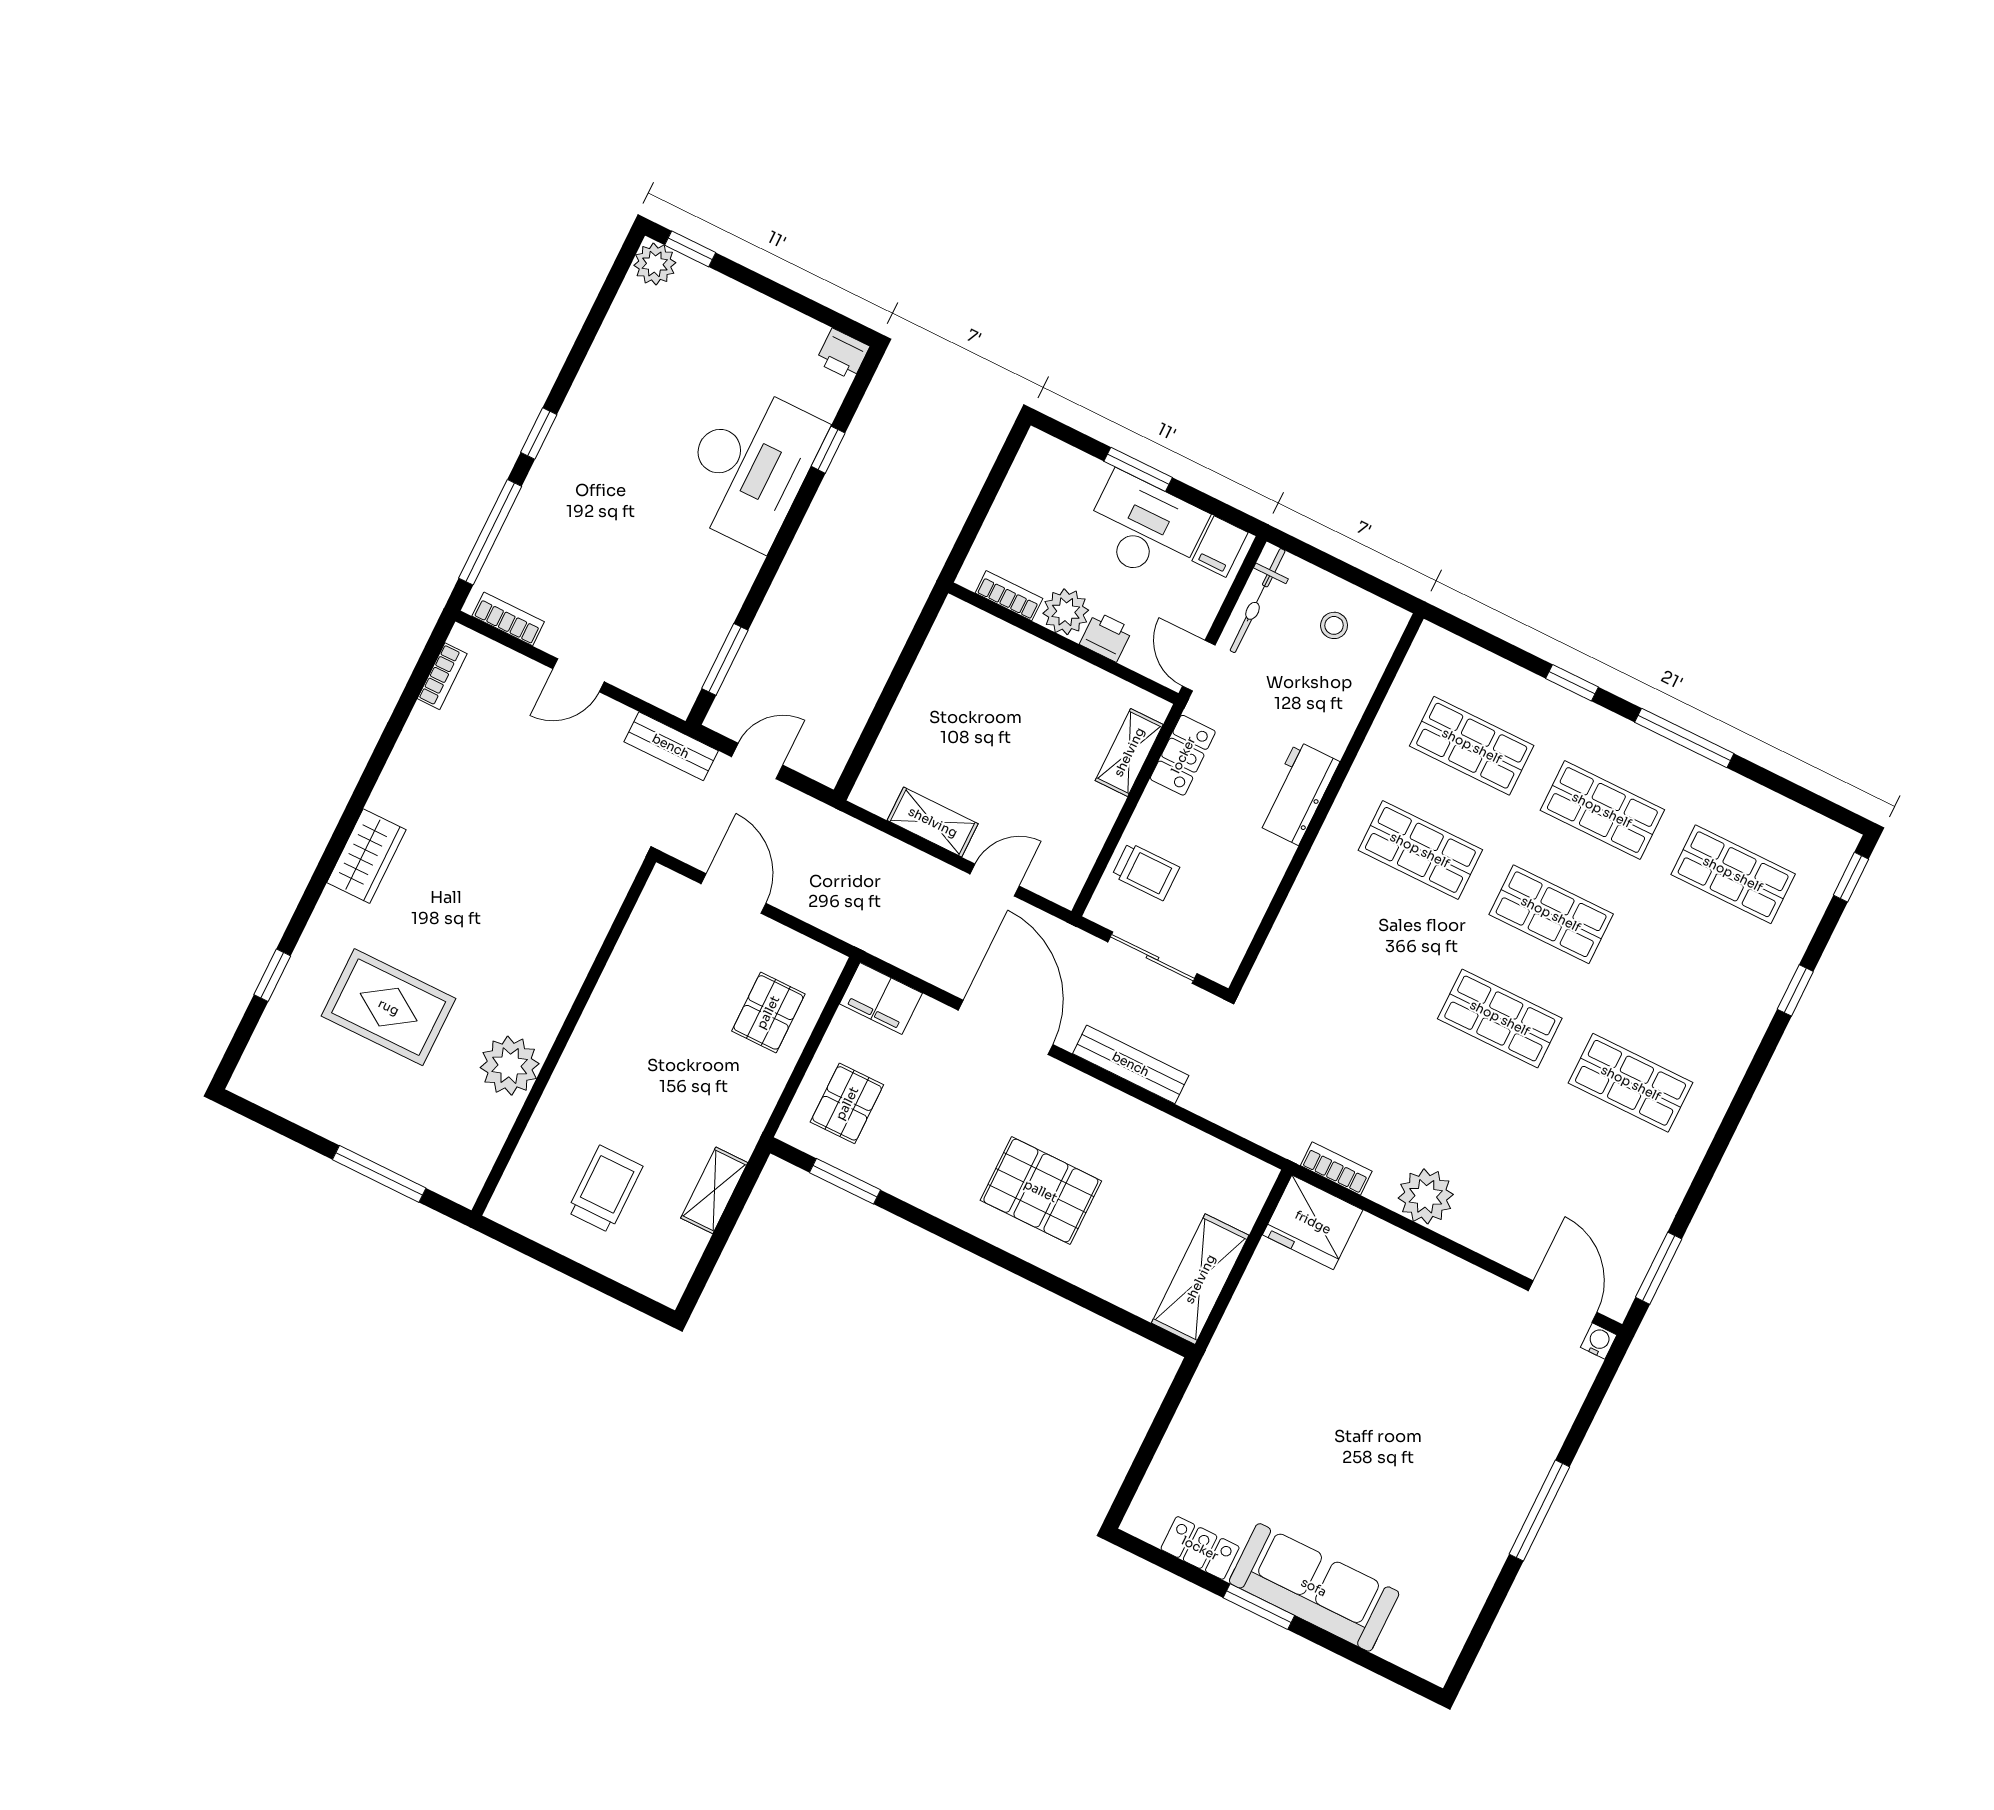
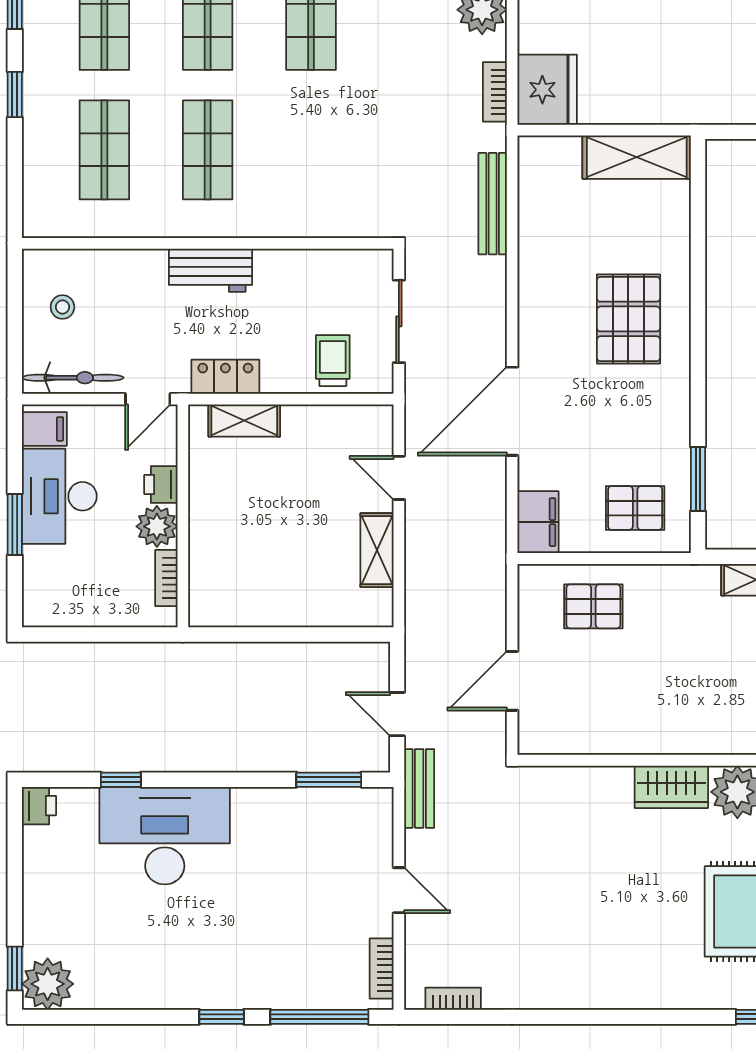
plant: (655, 264) -> (48, 984), width x1.36, depth x1.36
wardrobe: (366, 856) -> (671, 787), moved, turned 180
bench: (1131, 1064) -> (493, 204), moved

